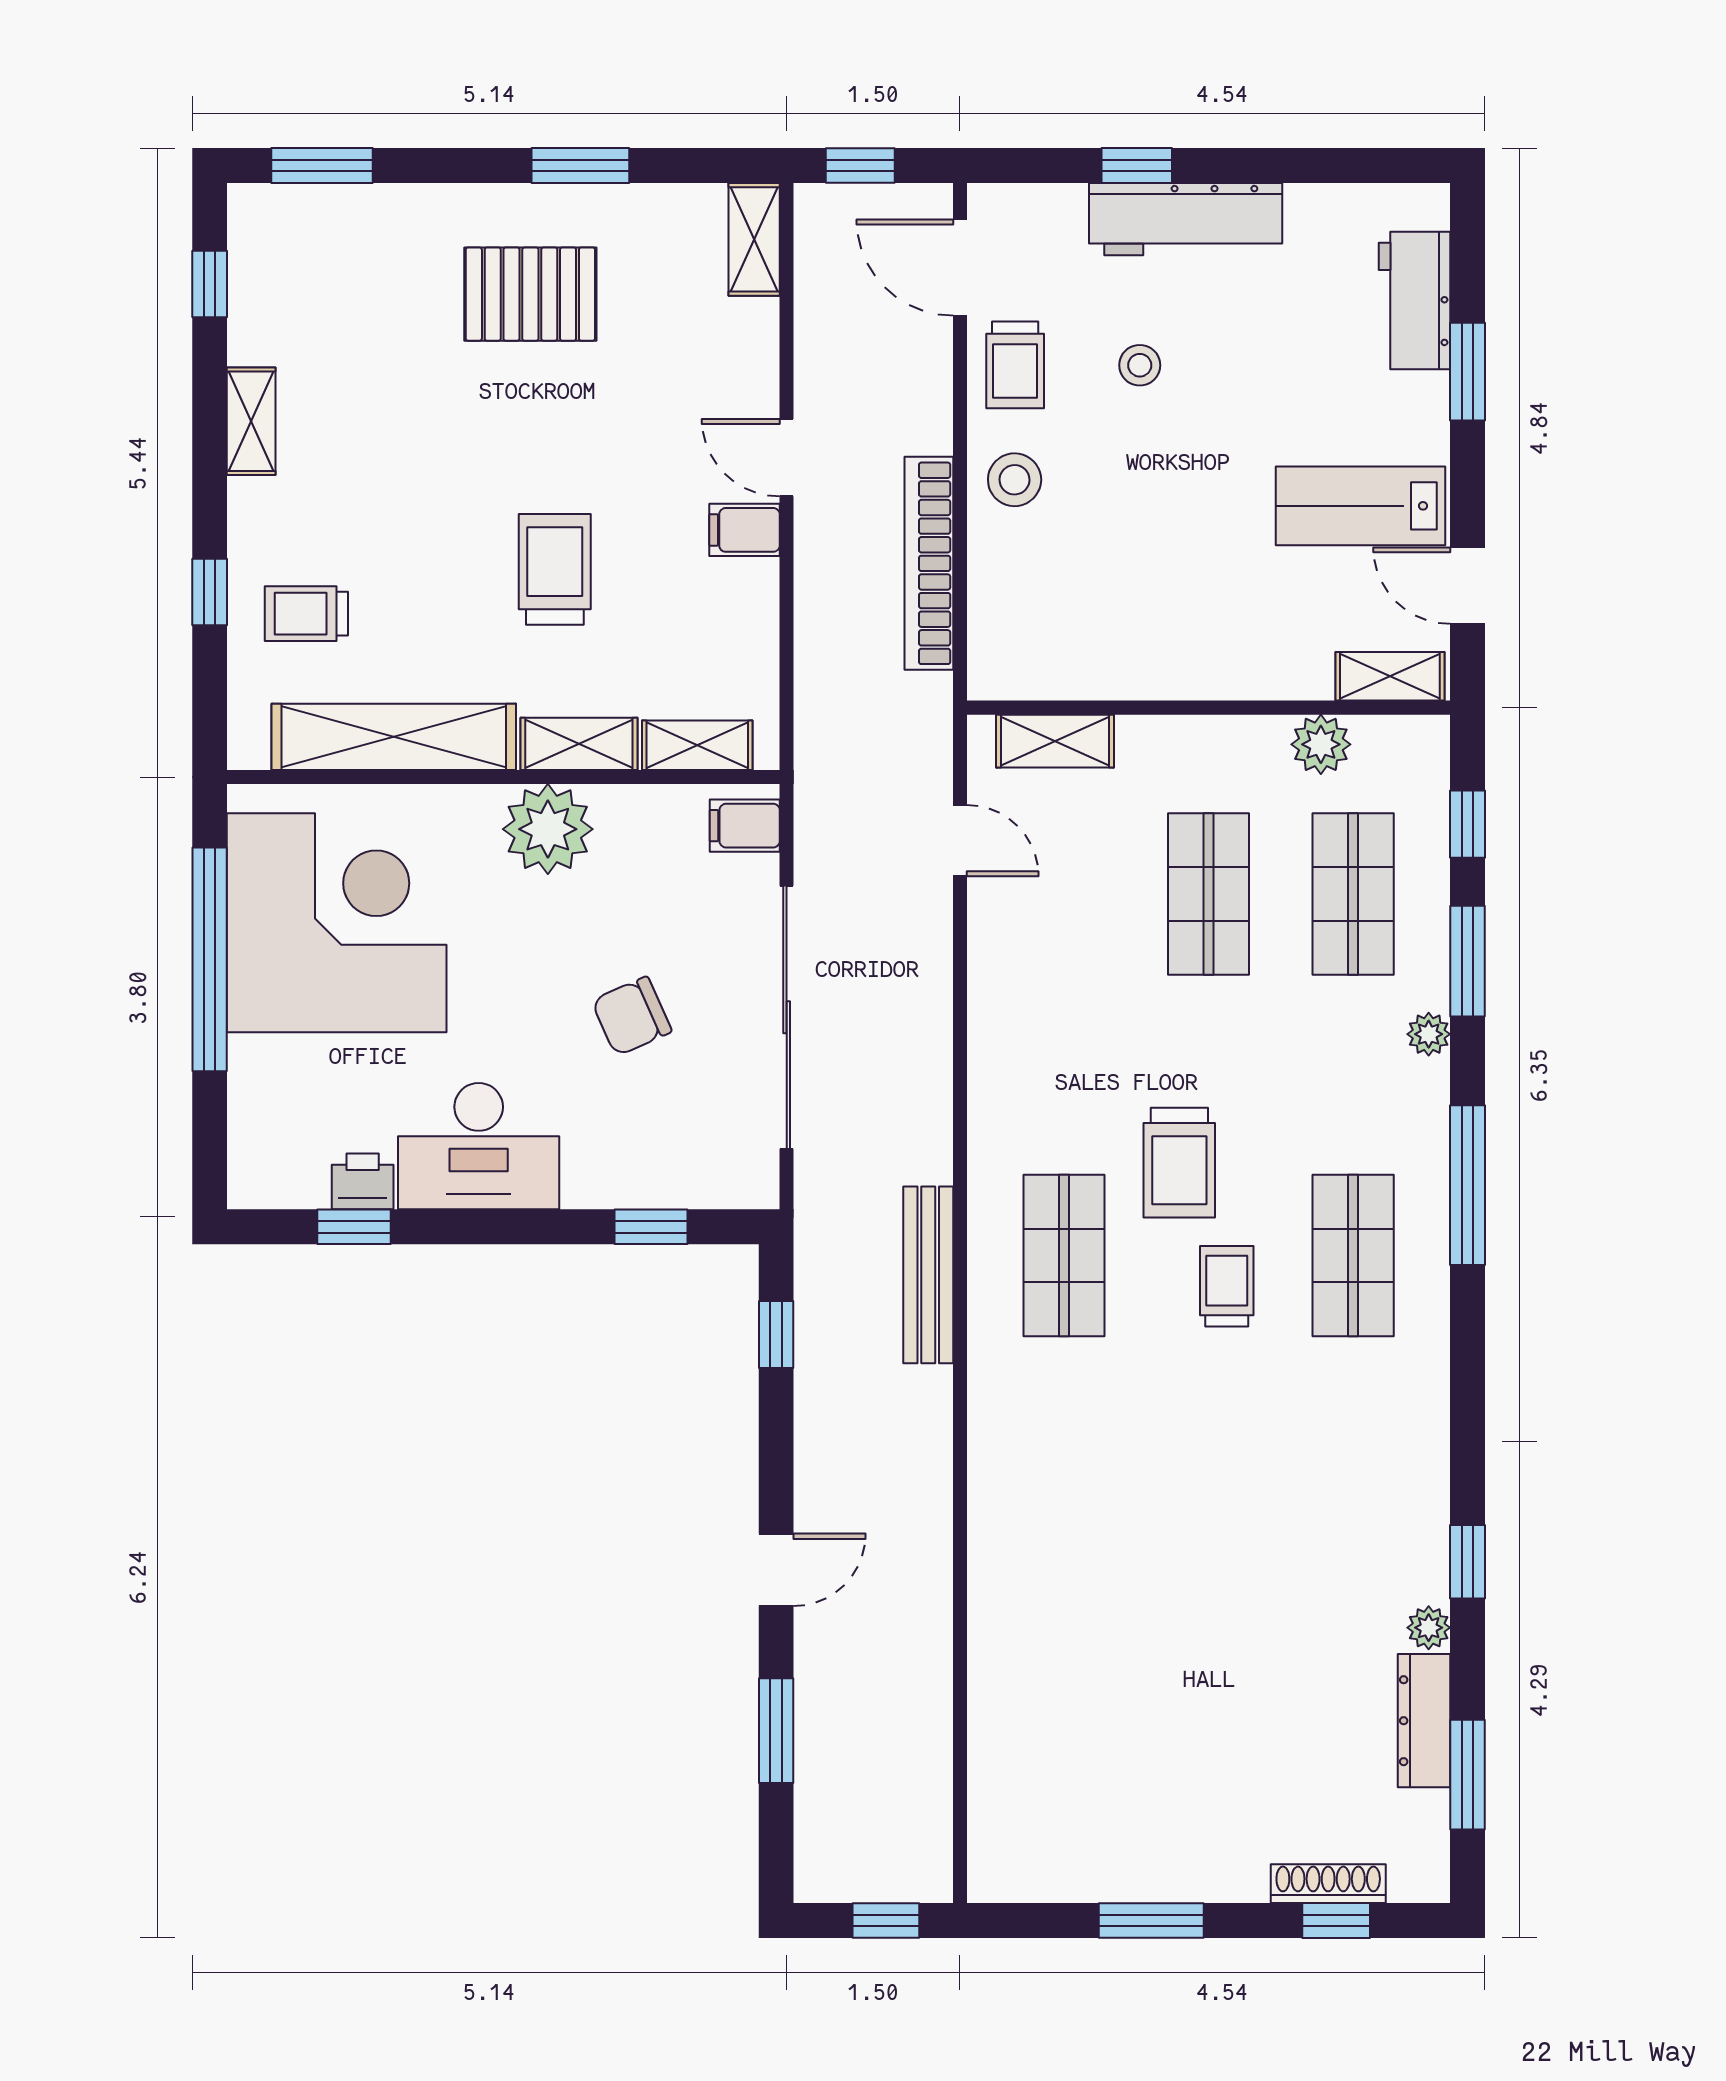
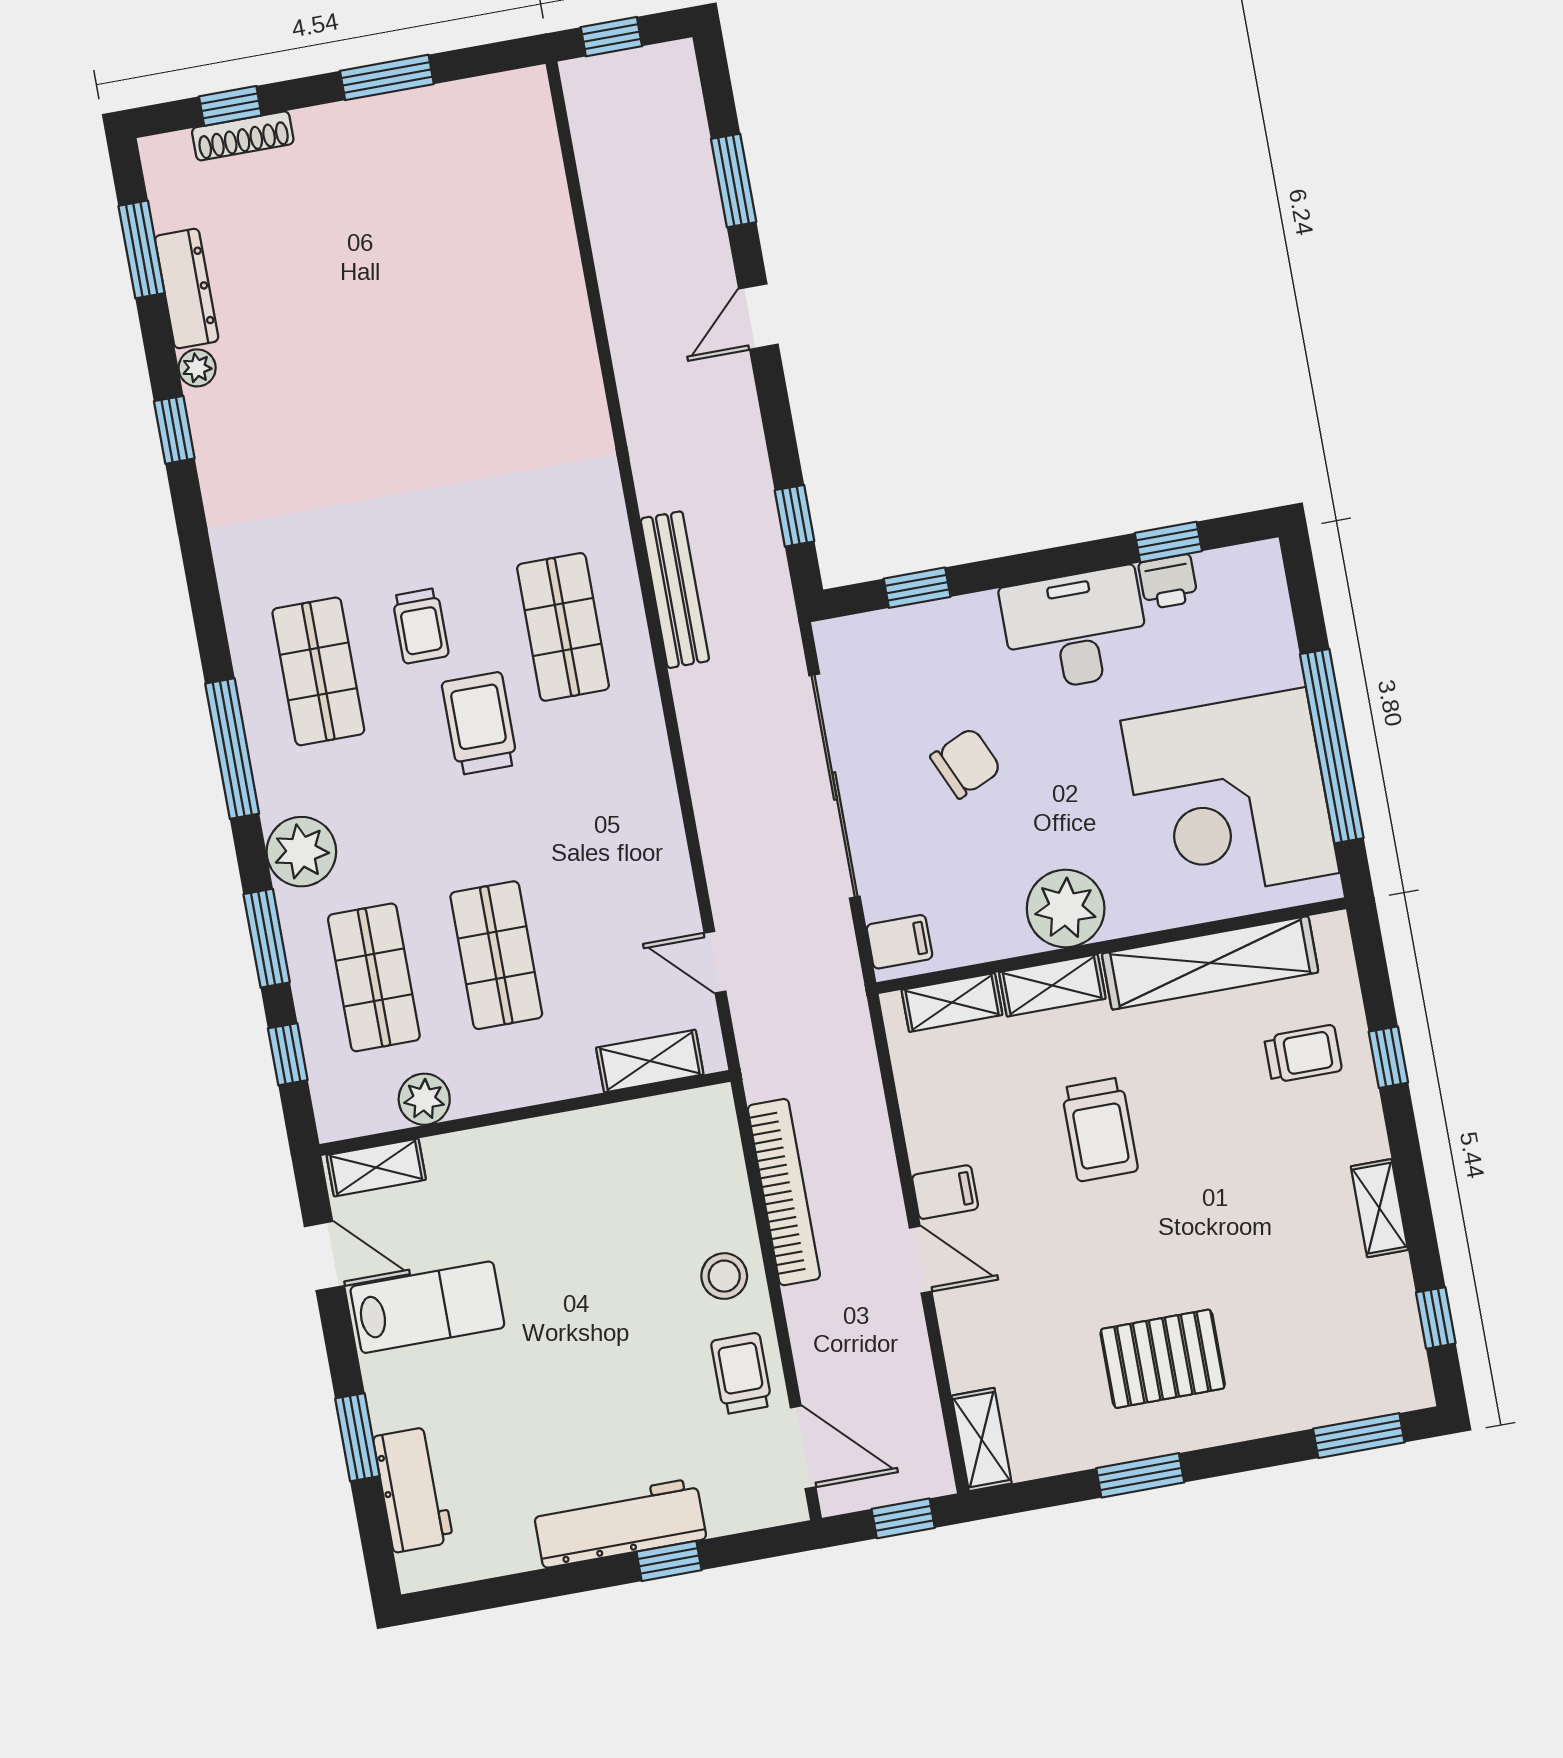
stool: (1140, 365) -> (636, 1392), removed
plant: (1429, 1034) -> (301, 852), width x1.88, depth x1.88

